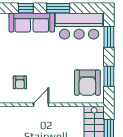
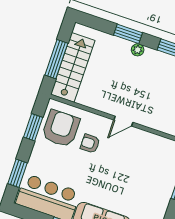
armchair: (20, 82) -> (90, 144), moved, turned -90

